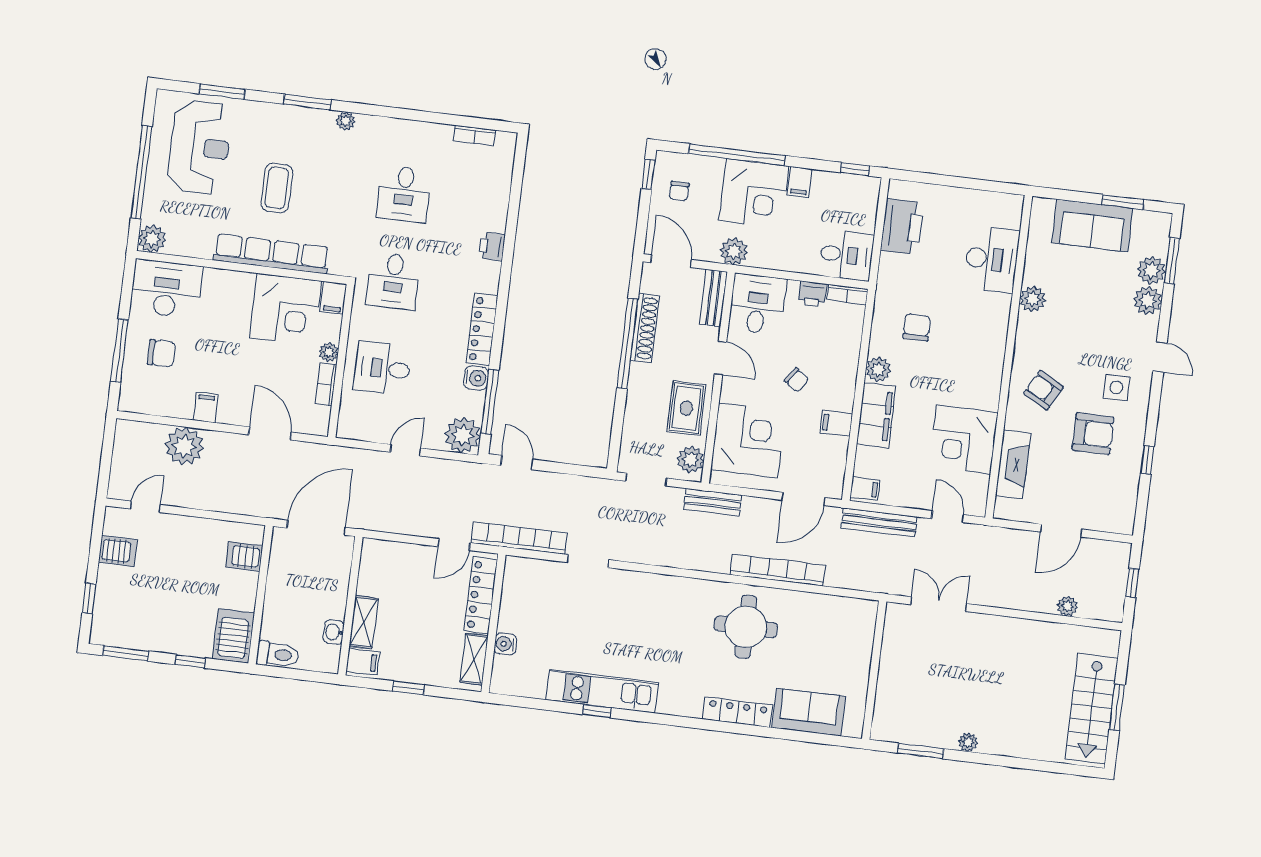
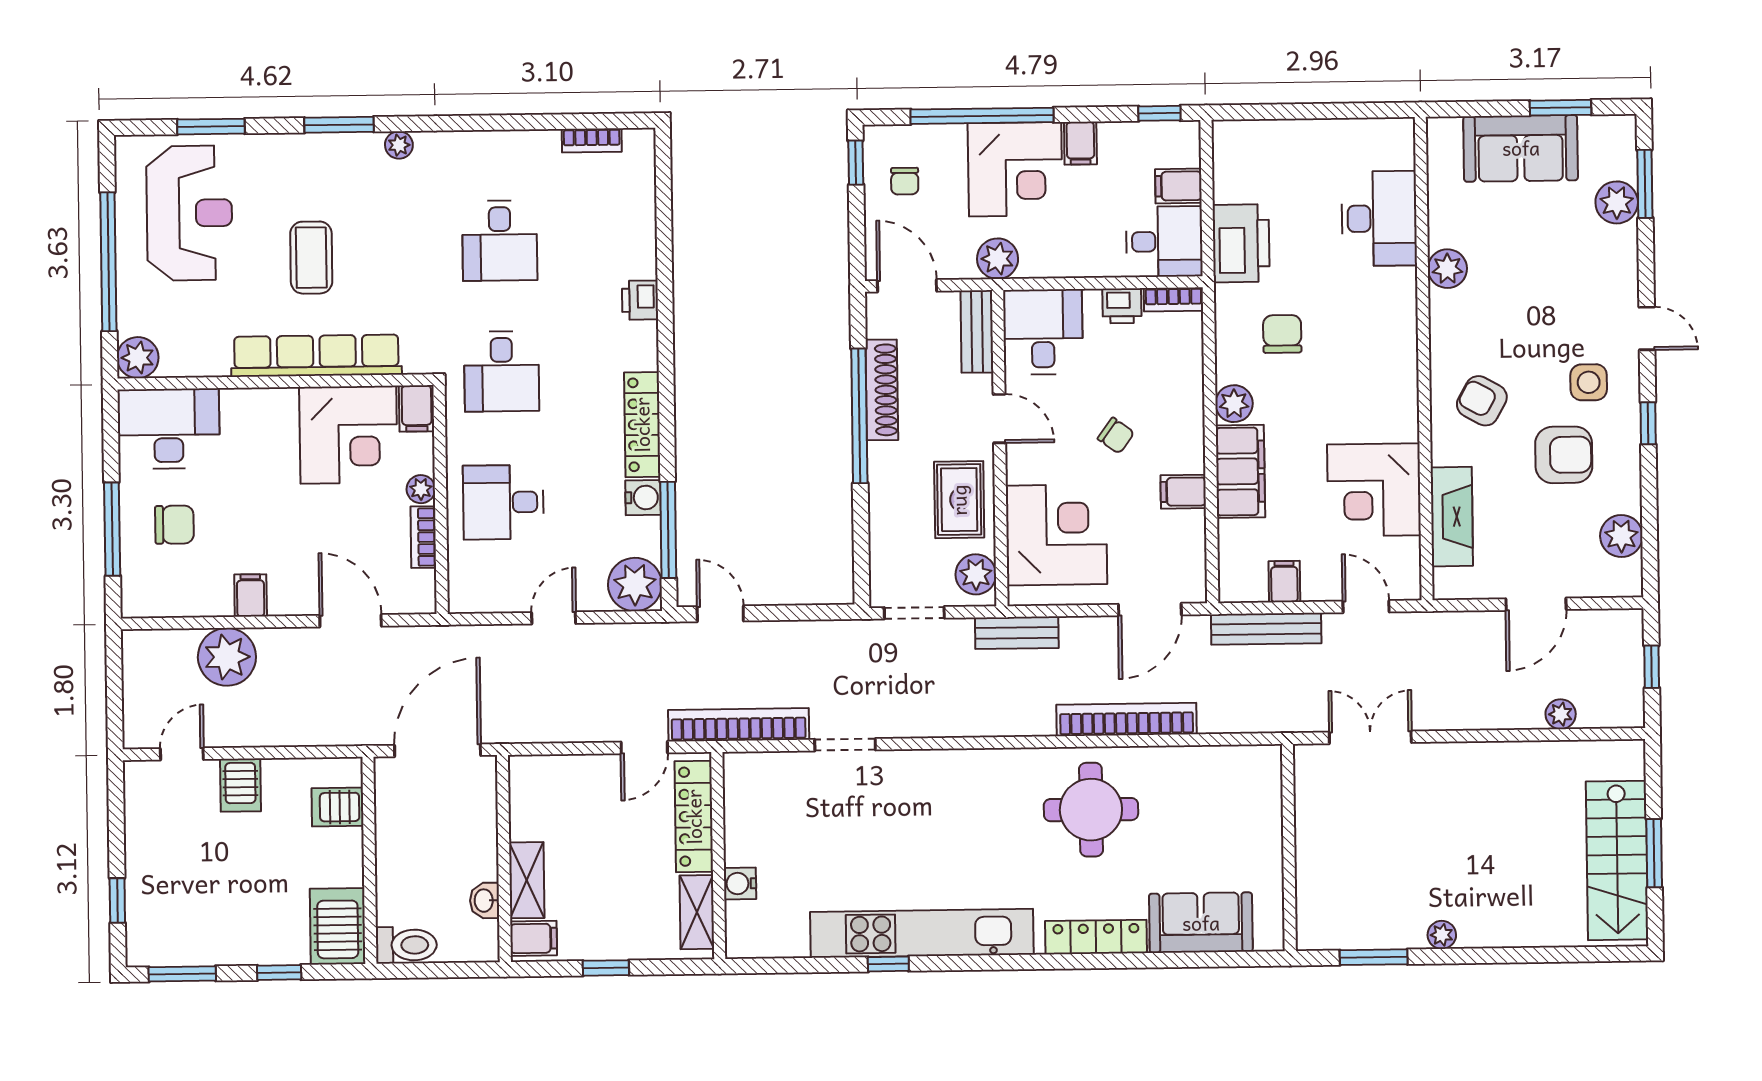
filing cabinet: (861, 219) -> (1178, 186), added
printer: (902, 227) -> (1241, 243), moved
plant: (1148, 300) -> (1621, 536), moved
window: (1147, 460) -> (1648, 423), moved
filing cabinet: (865, 489) -> (1284, 582), moved, turned -90
server rack: (118, 551) -> (240, 785), moved, turned 90
kitchen unit: (602, 691) -> (922, 933), width x1.36

